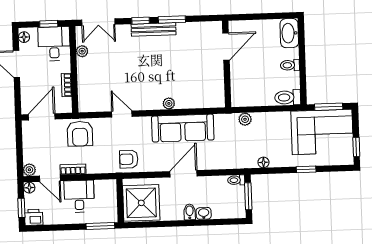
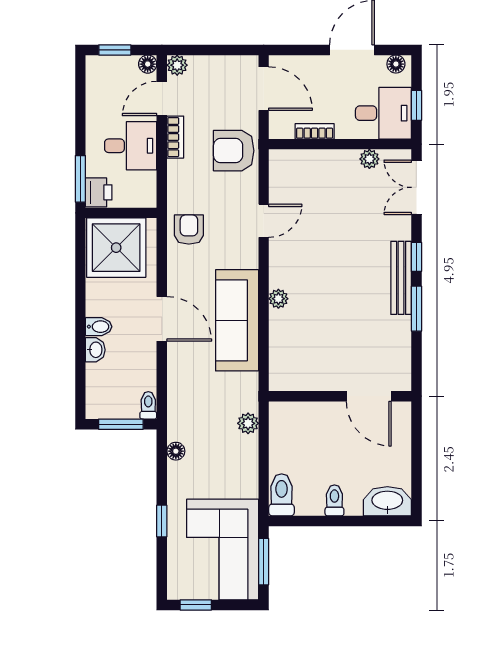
printer: (34, 217) -> (99, 192), moved

